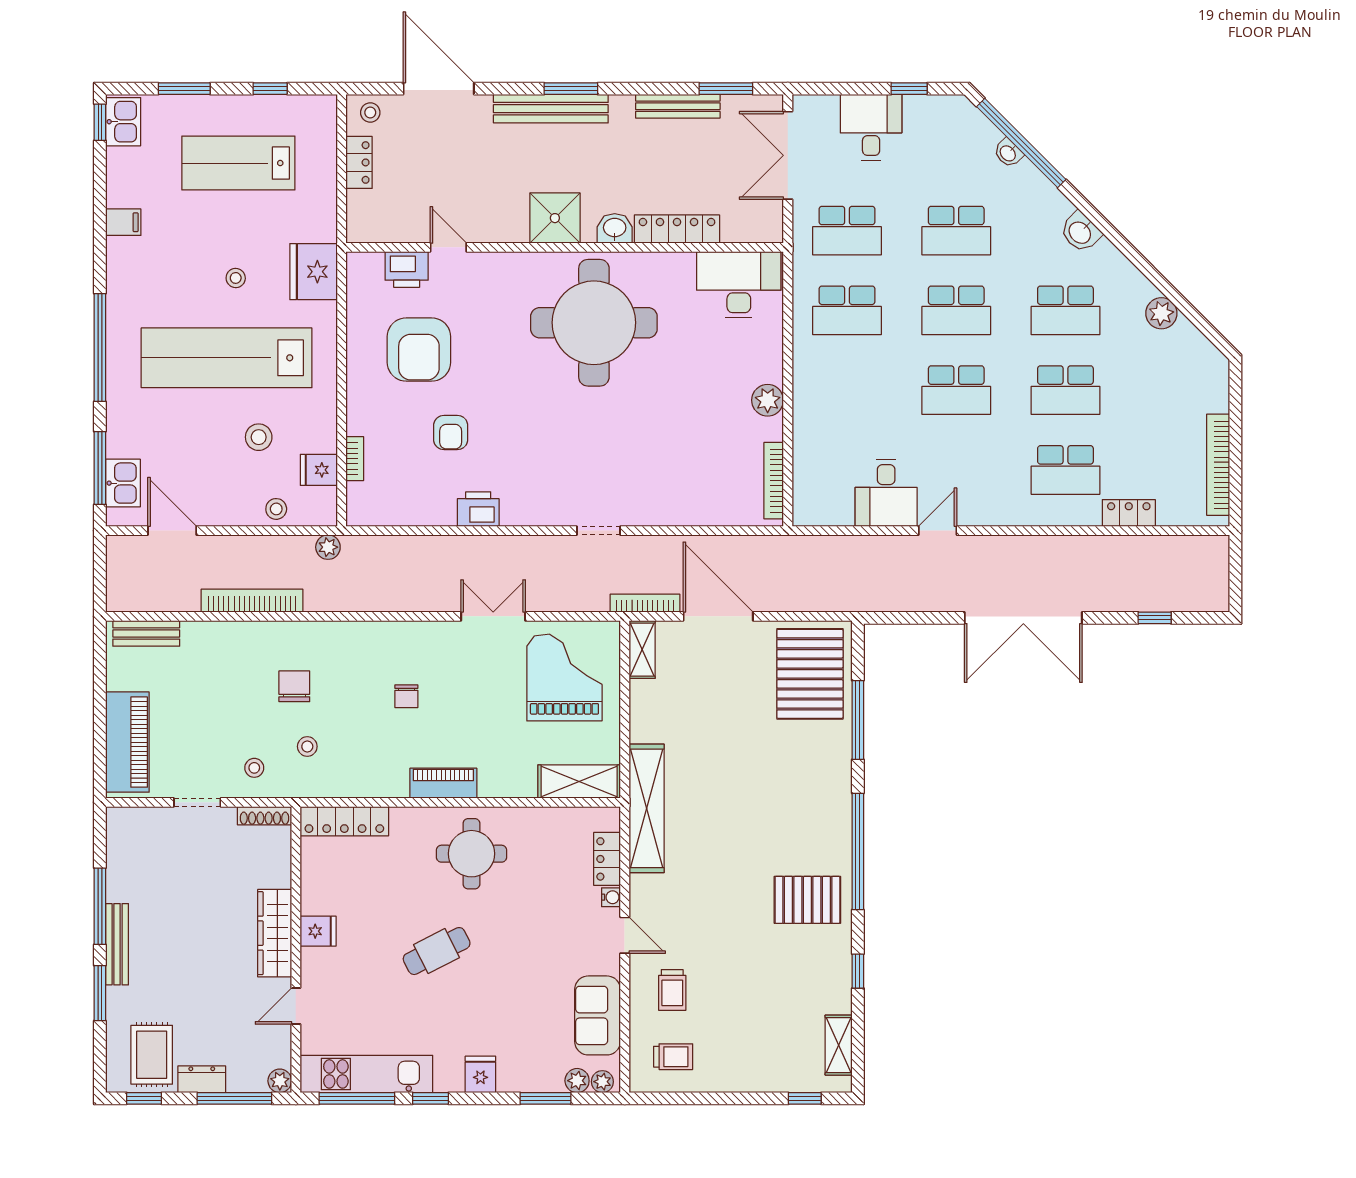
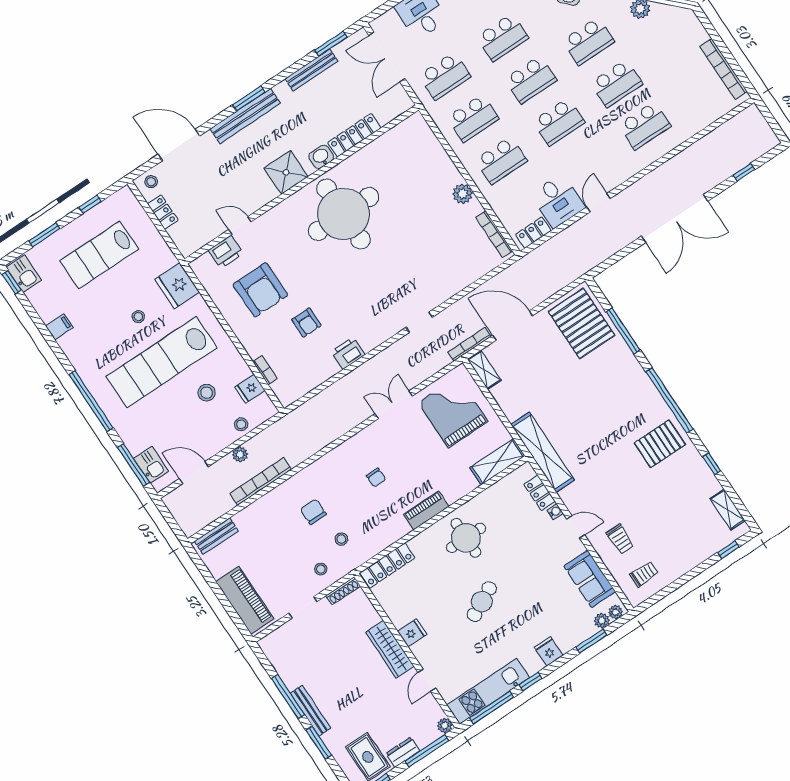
desk: (739, 285) -> (407, 143), removed
school desk: (847, 390) -> (501, 160), added
locker: (1129, 513) -> (533, 233), moved
plant: (328, 547) -> (240, 454), moved

